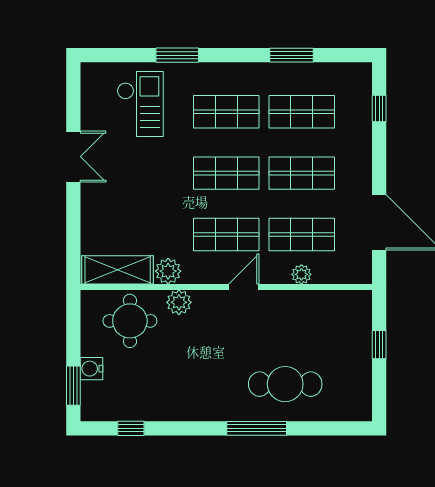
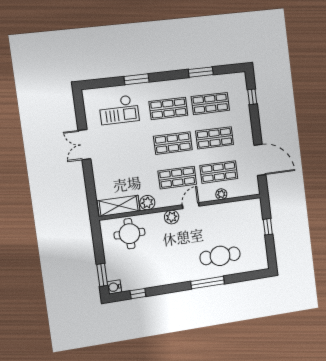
checkout: (140, 104) -> (119, 110), turned 90
double door: (73, 157) -> (84, 145), swing flipped
plant: (179, 302) -> (172, 217), moved
water cooler: (91, 369) -> (114, 287), moved

